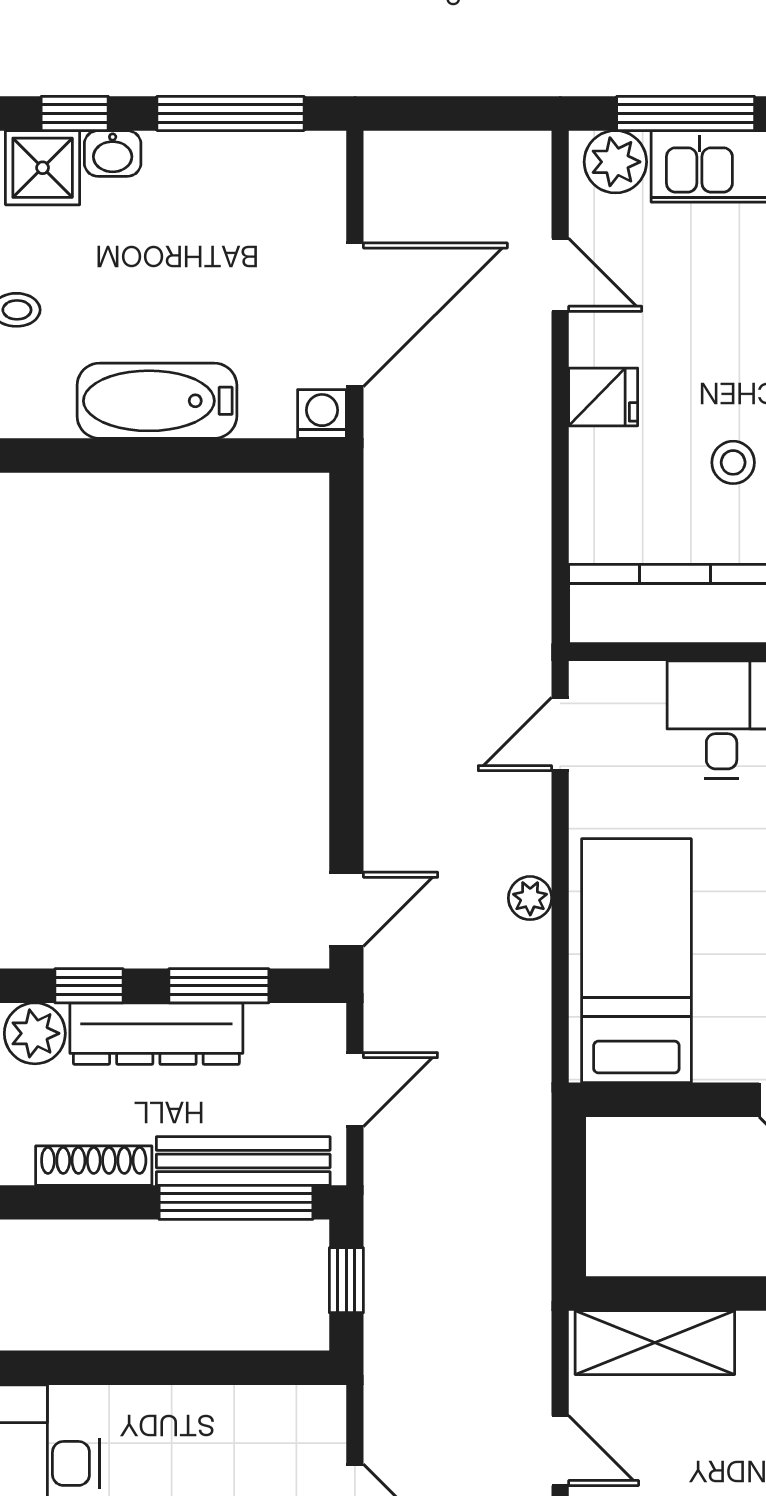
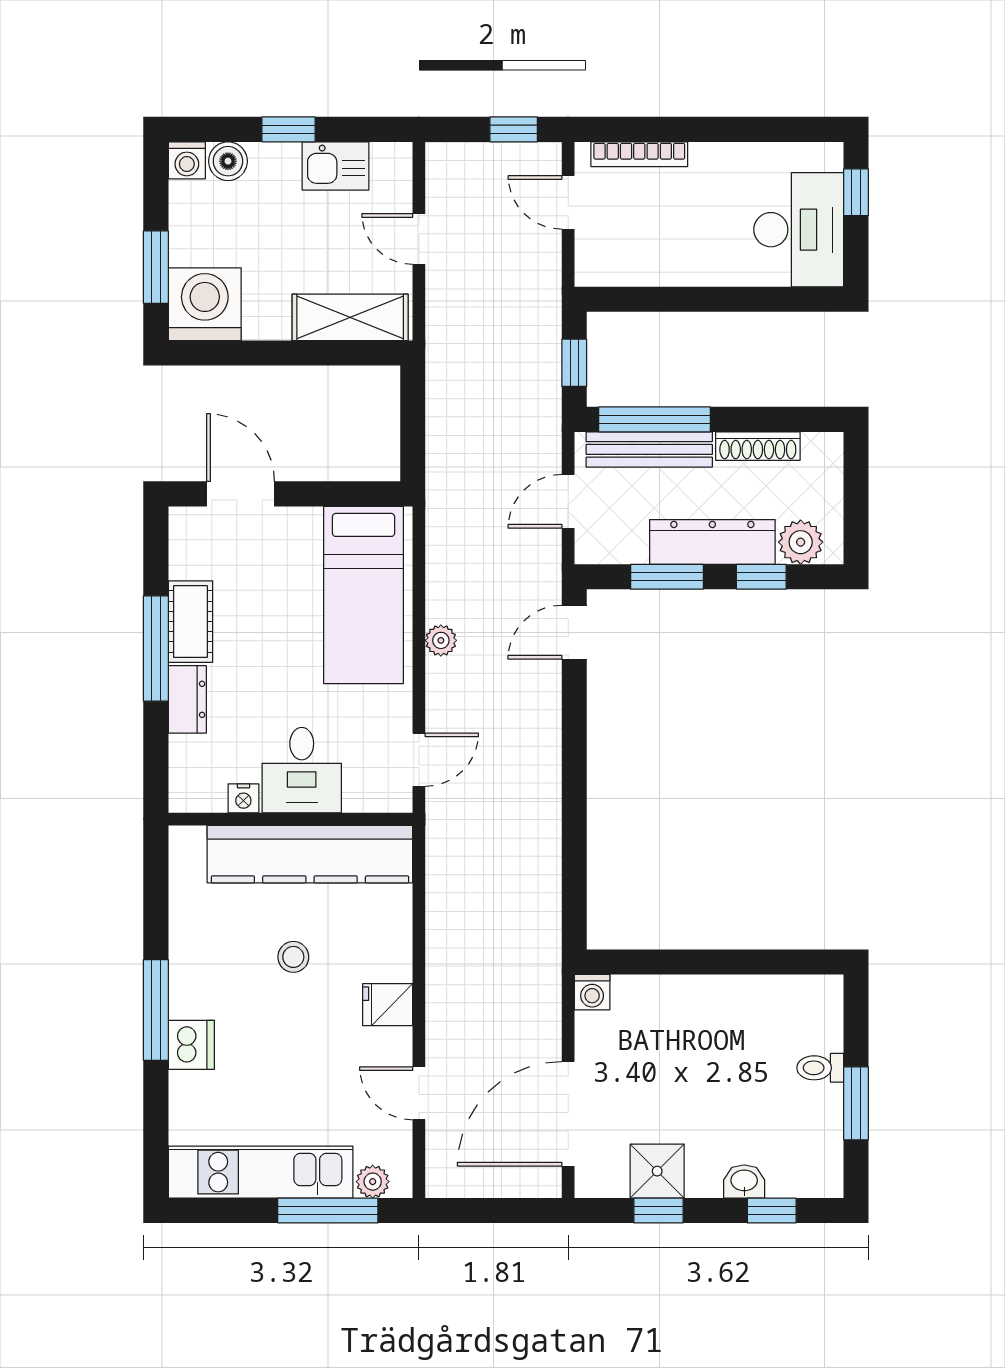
window: (231, 113) -> (658, 1210), width x0.46
plant: (615, 162) -> (373, 1182), width x0.73, depth x0.73
shower: (43, 168) -> (657, 1171), moved
door: (355, 315) -> (568, 1114), moved
bathtub: (157, 401) -> (712, 1002), removed

